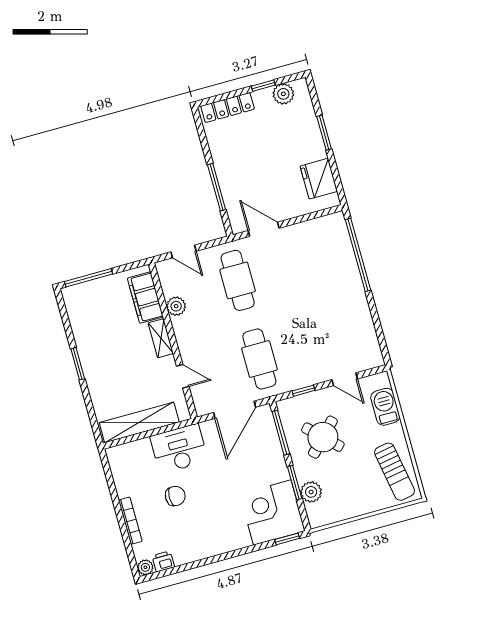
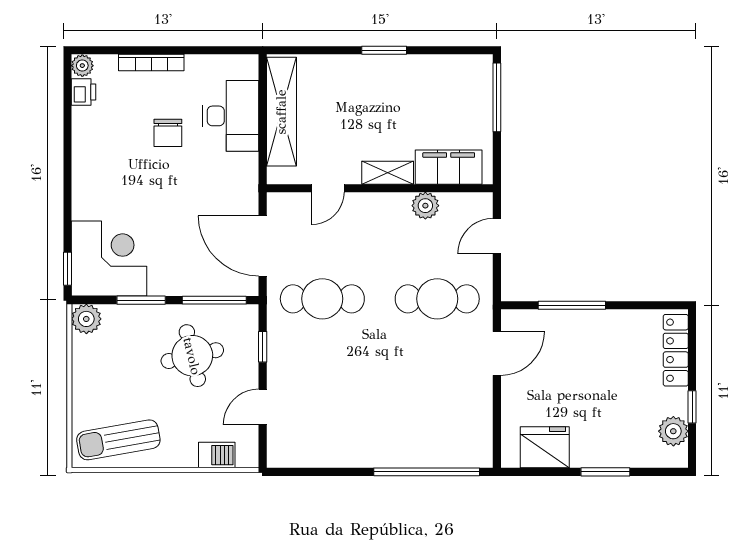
barbecue: (385, 407) -> (217, 455), width x0.73, depth x0.79
round table: (323, 437) -> (192, 356), turned 33
desk: (179, 449) -> (231, 116), moved
plant: (311, 492) -> (86, 319), moved

